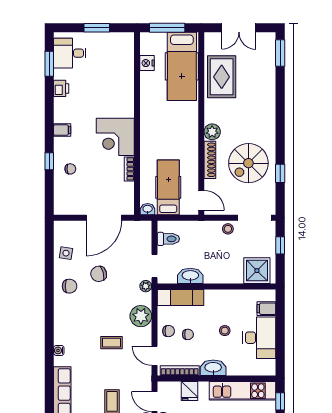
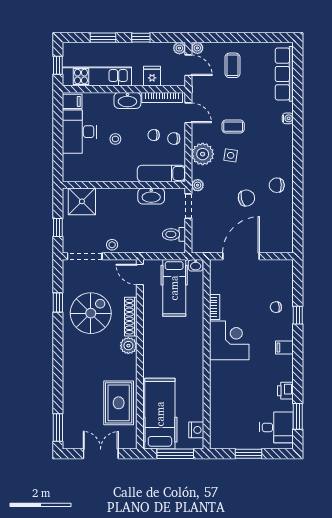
nightstand: (147, 63) -> (196, 430), moved
side table: (66, 253) -> (231, 155), moved
filing cabinet: (266, 309) -> (72, 101), moved

